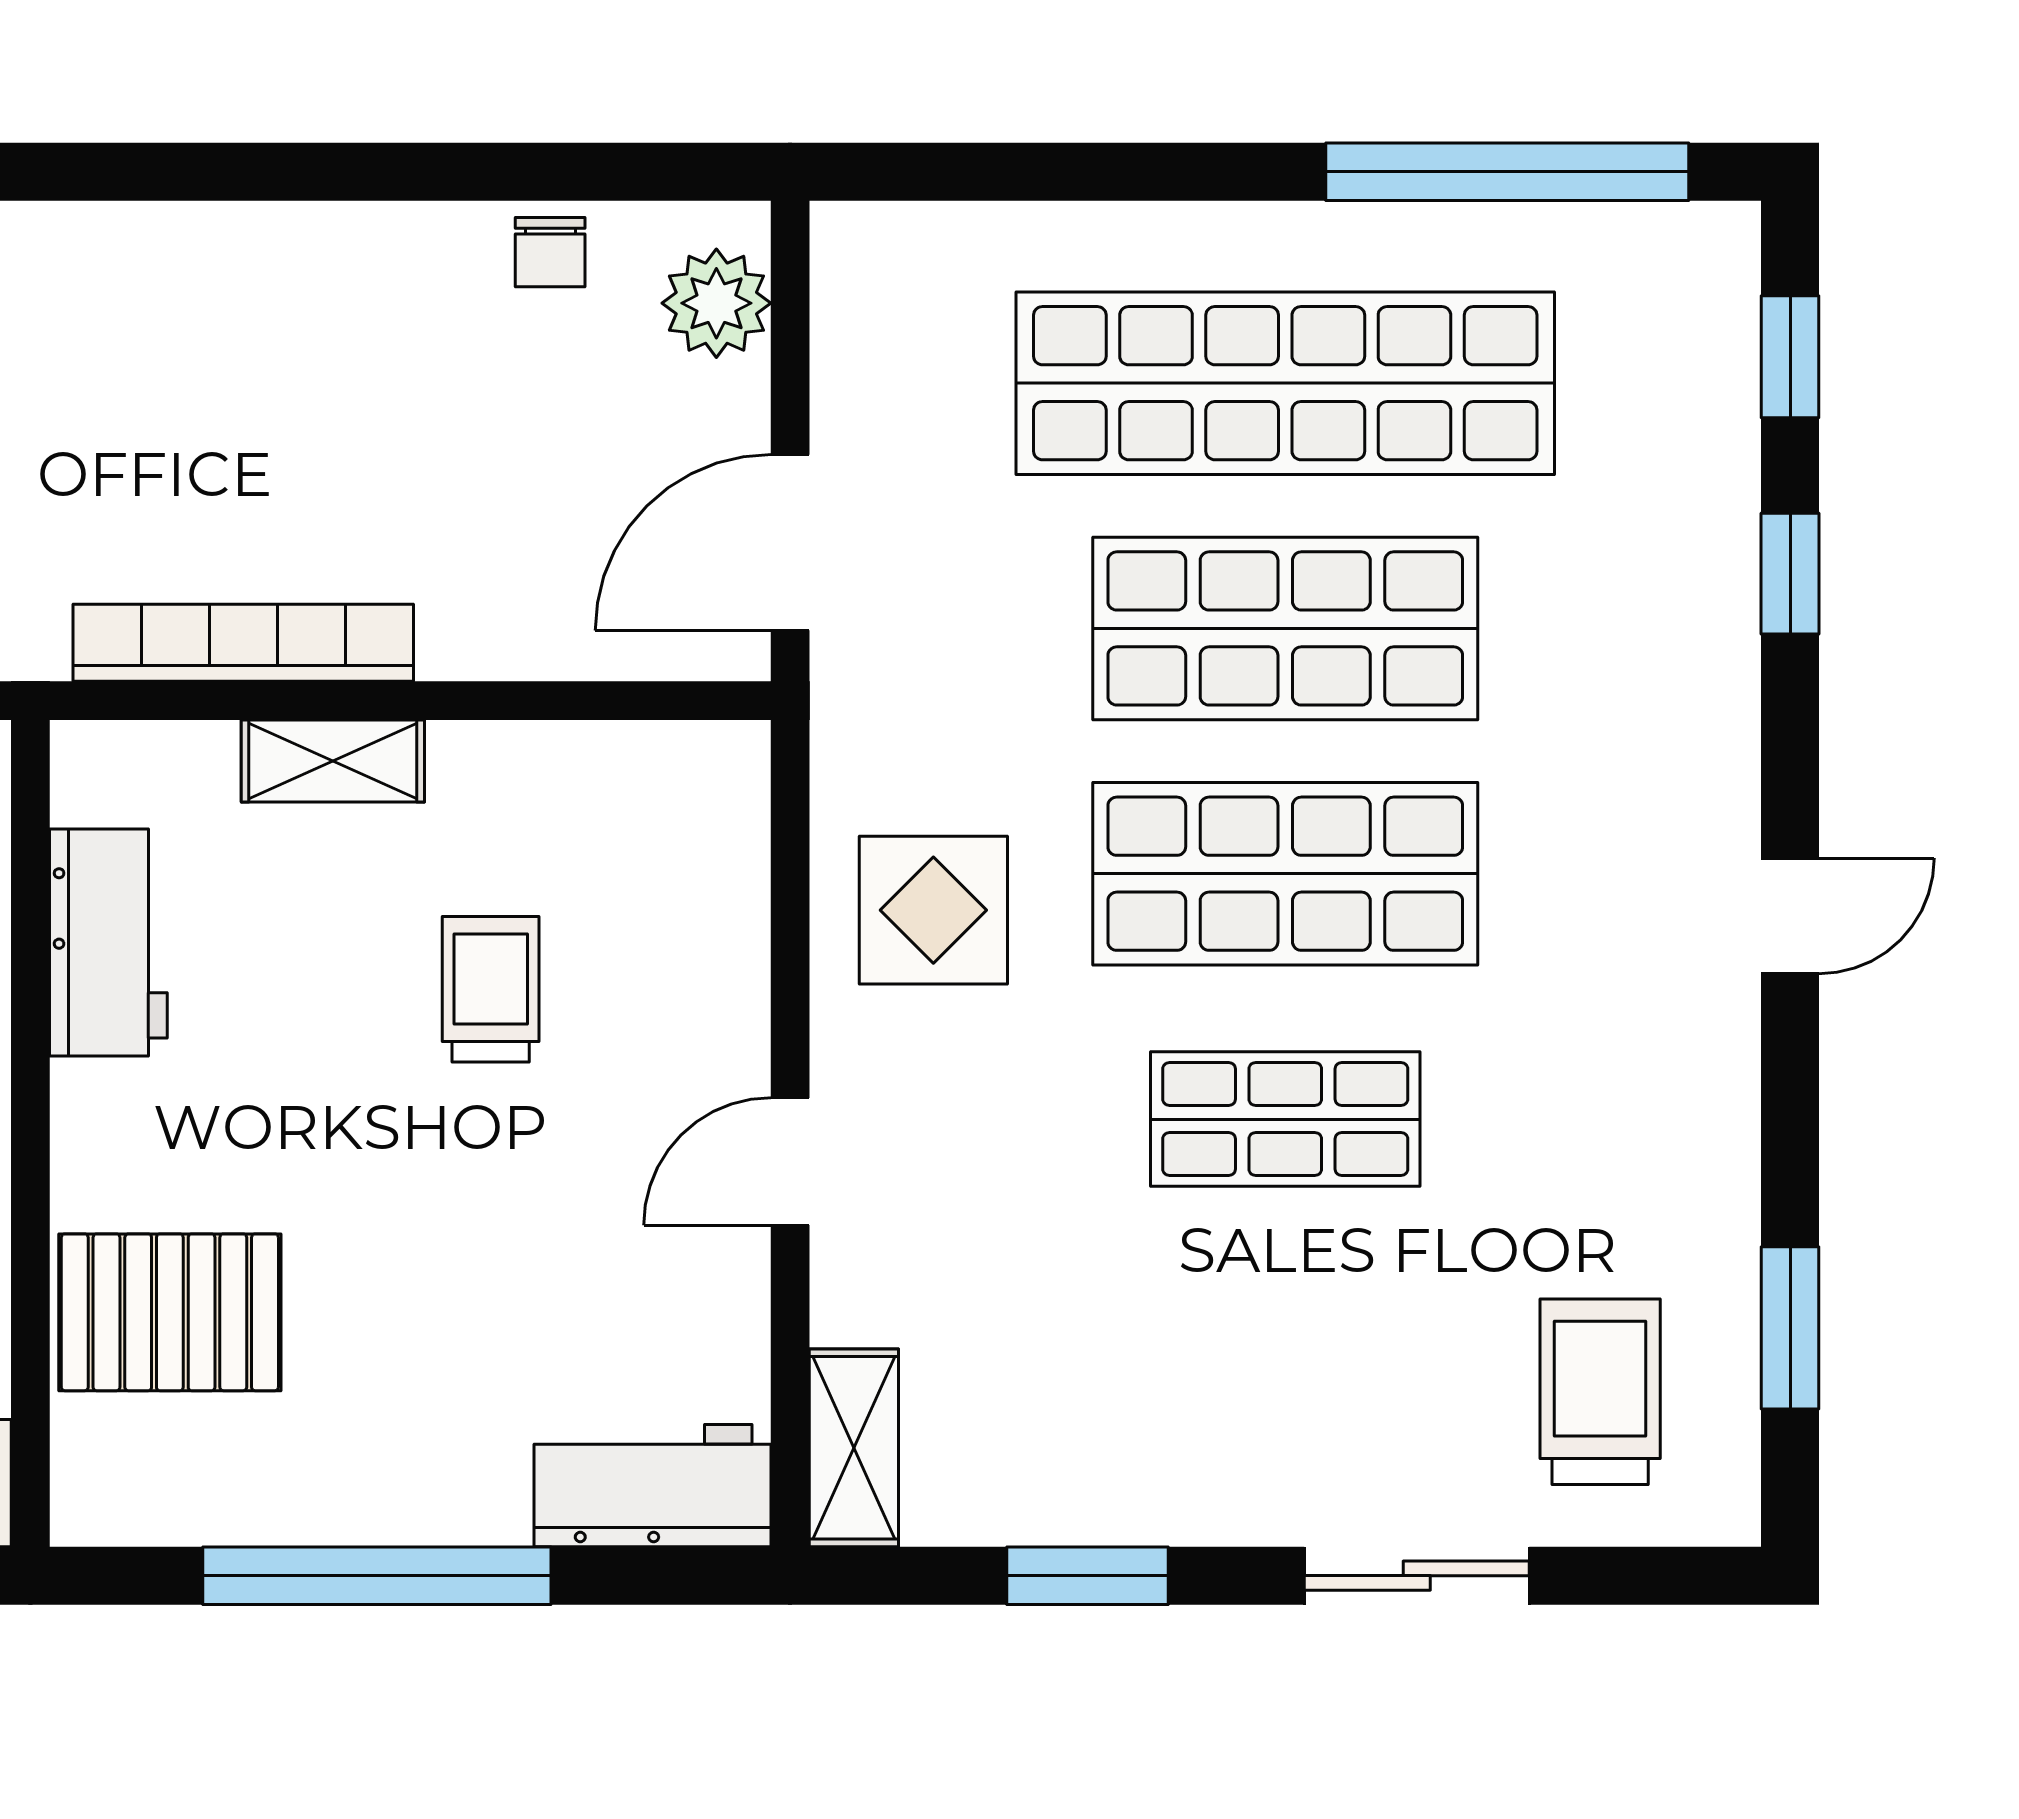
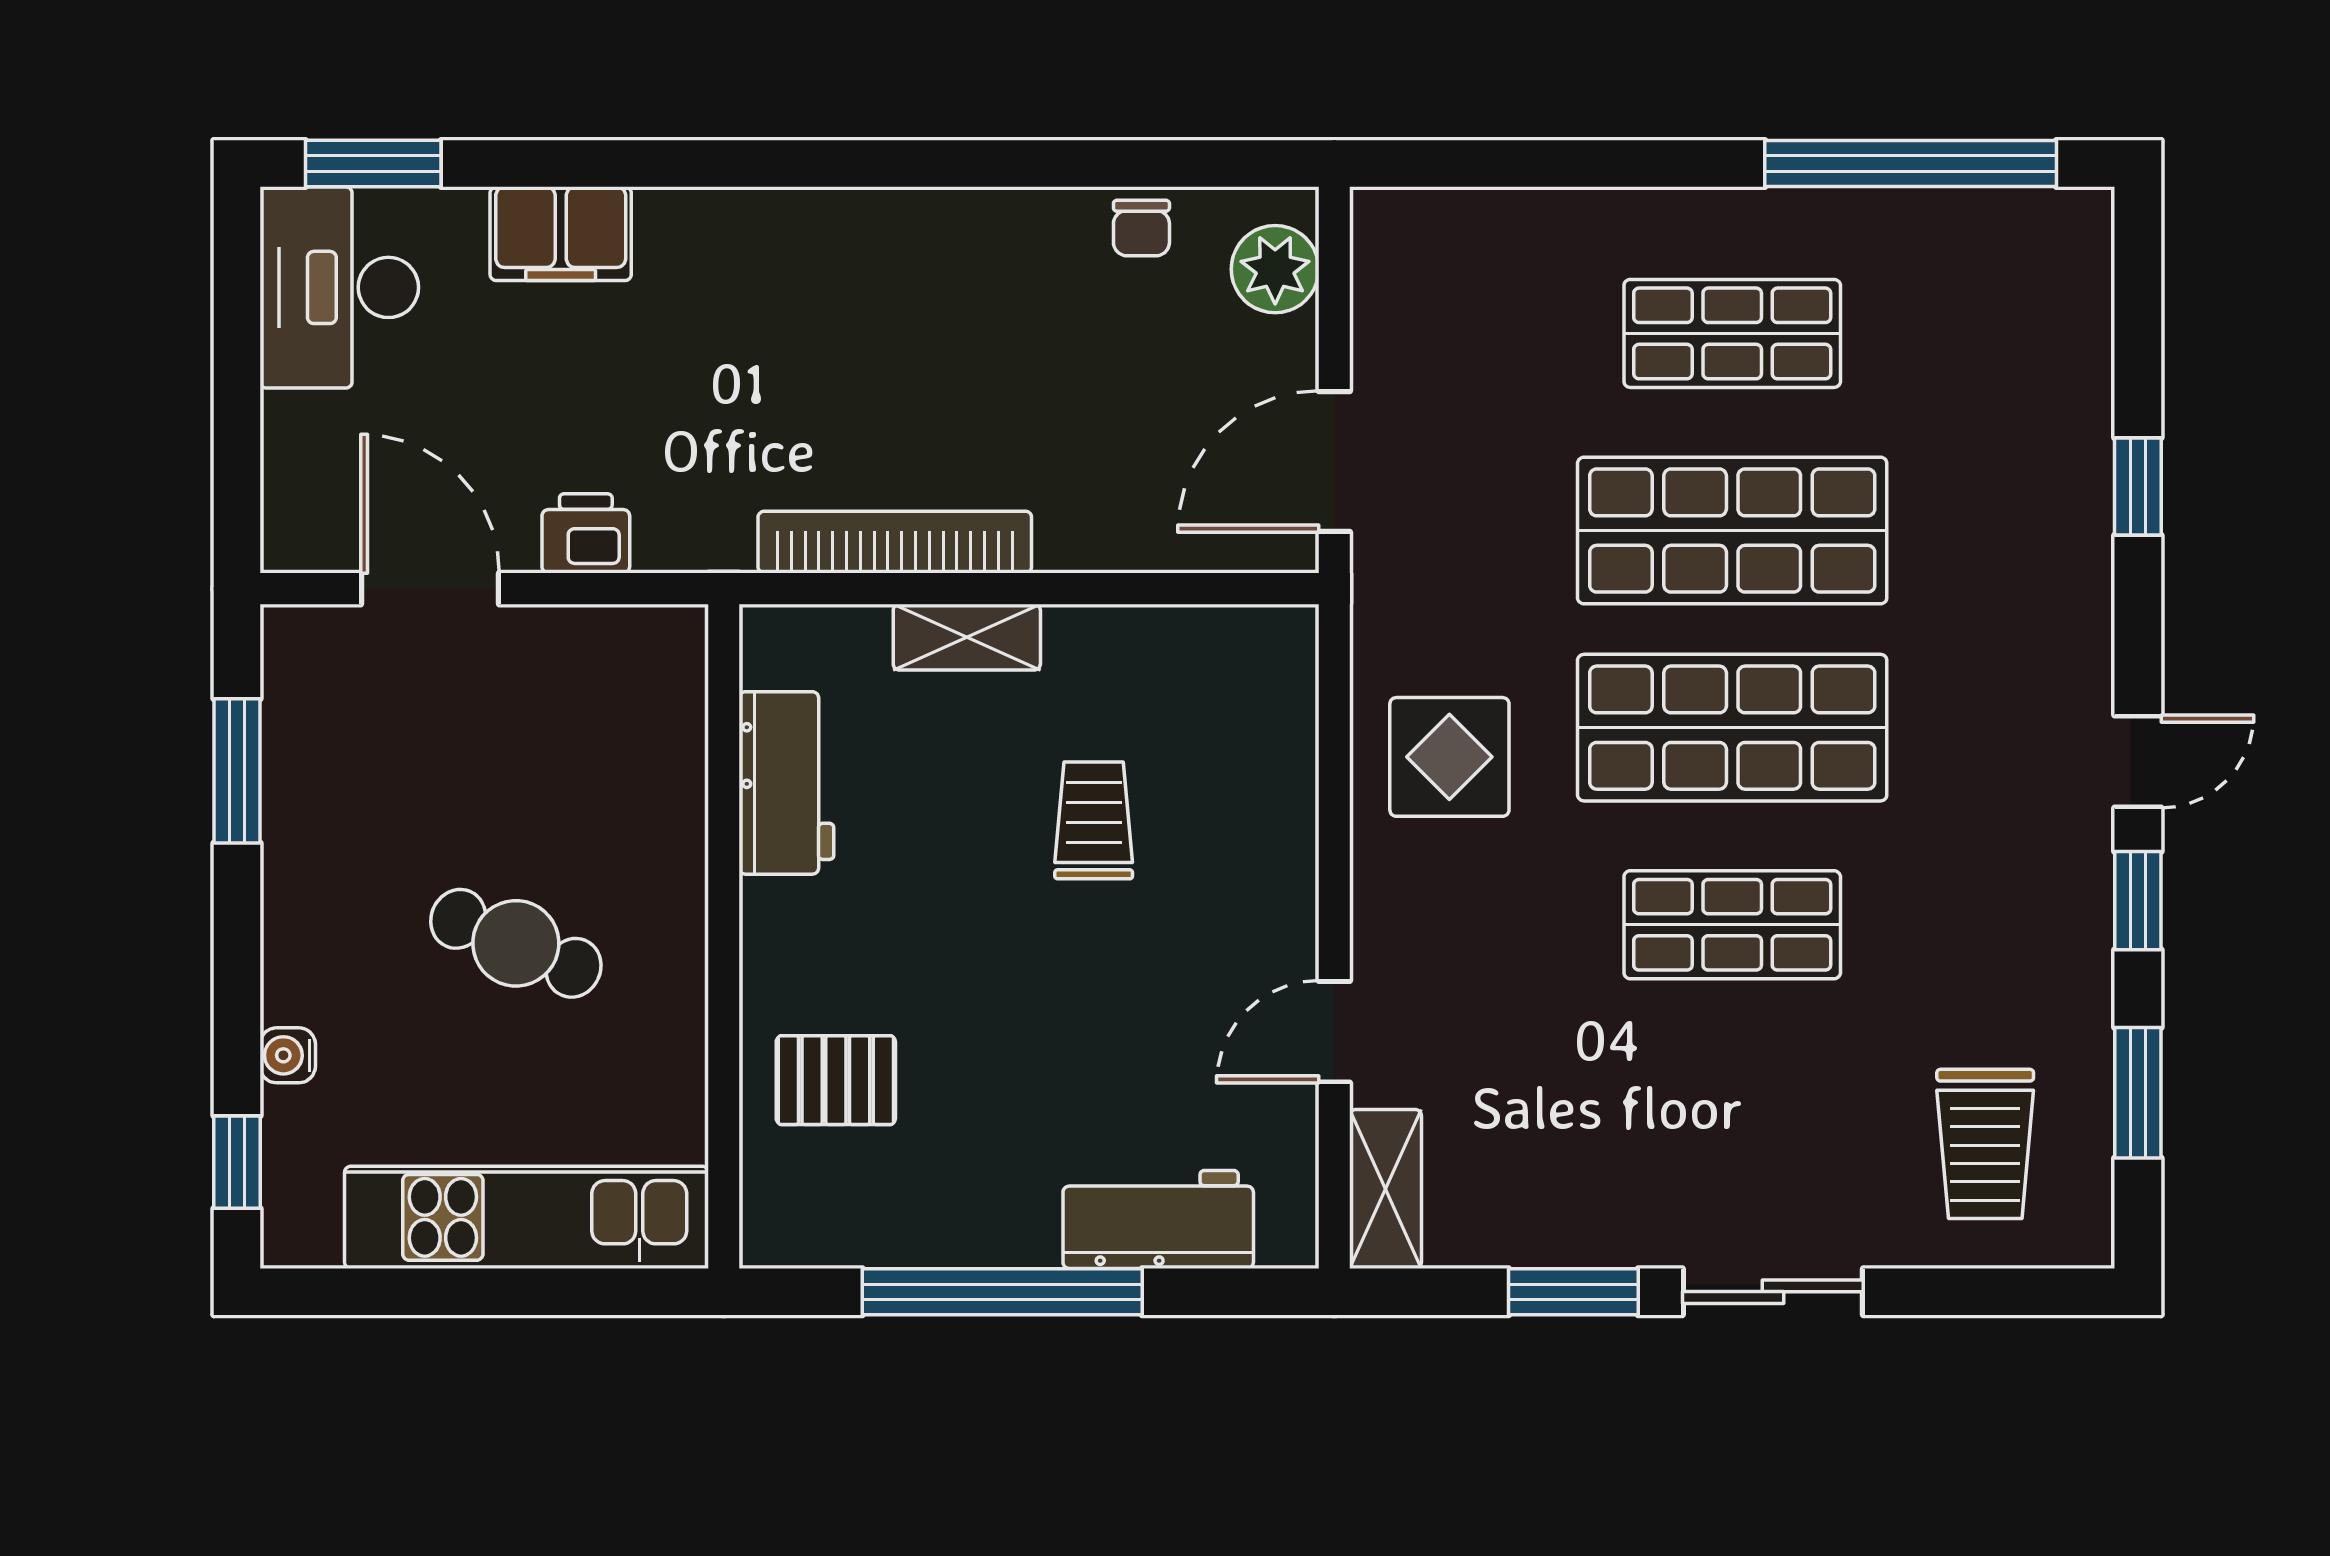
window: (1790, 357) -> (2138, 901), moved
shop shelf: (1285, 383) -> (1732, 333), width x0.50, depth x0.74
door: (790, 1161) -> (1334, 1032), moved
pallet: (170, 1312) -> (836, 1080), width x0.67, depth x0.71
trolley: (1600, 1392) -> (1985, 1144), turned 180
workbench: (652, 1486) -> (1158, 1219), moved
sliding door: (1417, 1576) -> (1773, 1292), moved

